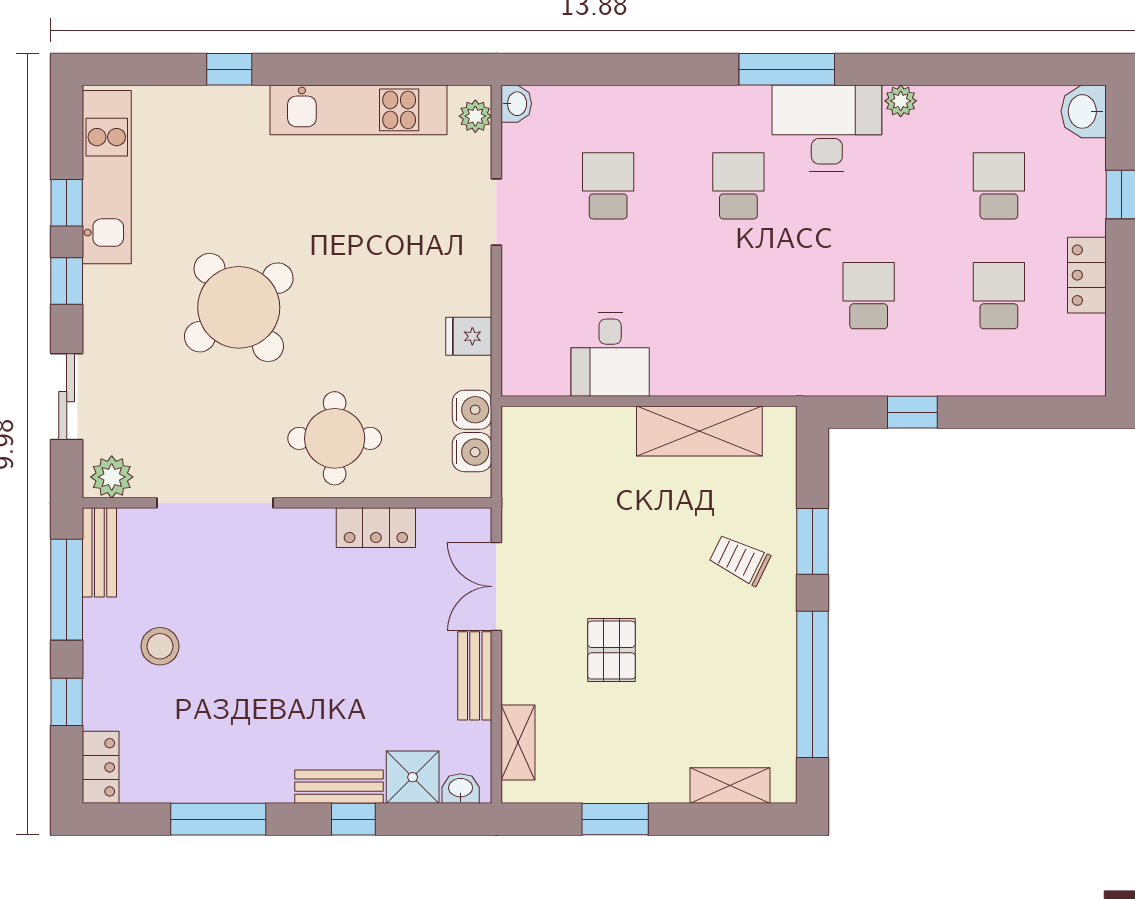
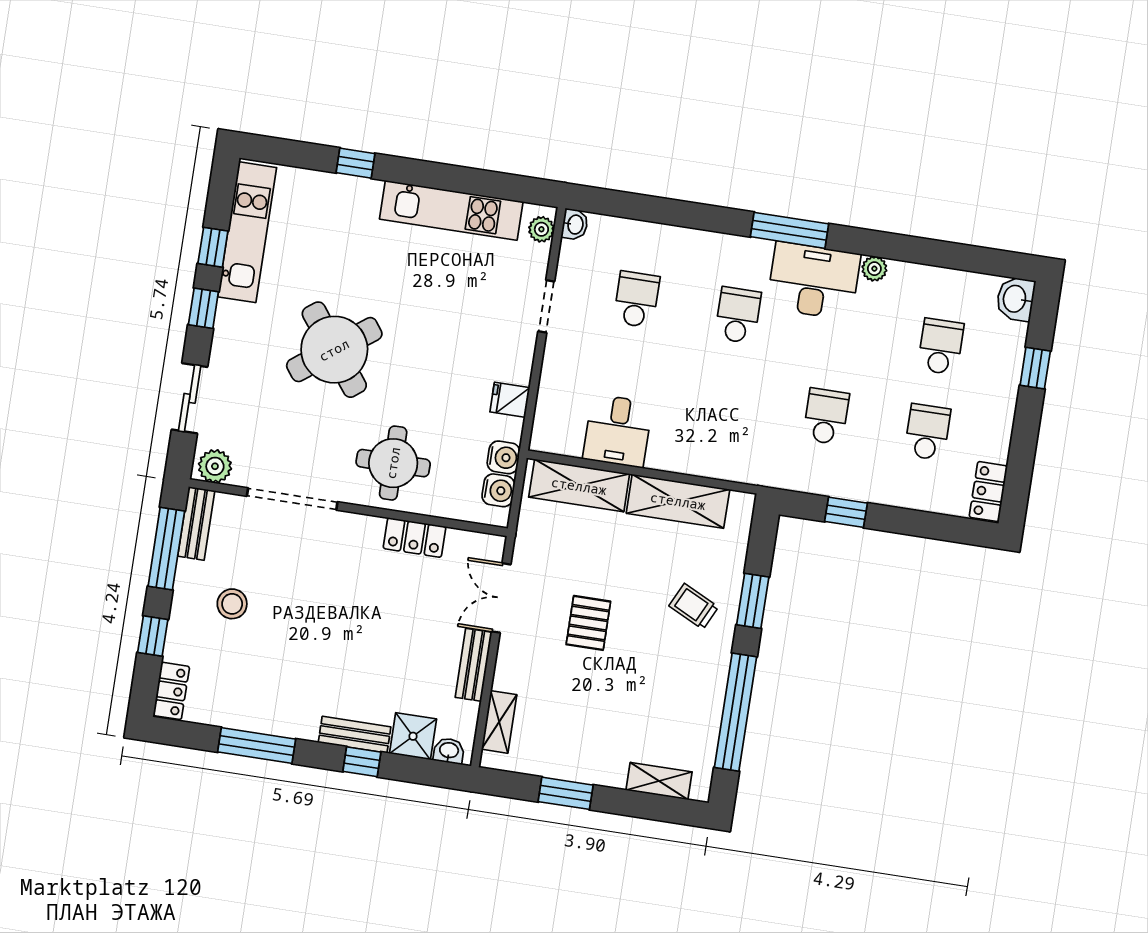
locker: (1087, 275) -> (988, 492), moved
shelving: (572, 430) -> (579, 486), added
pallet: (611, 650) -> (588, 623), moved

